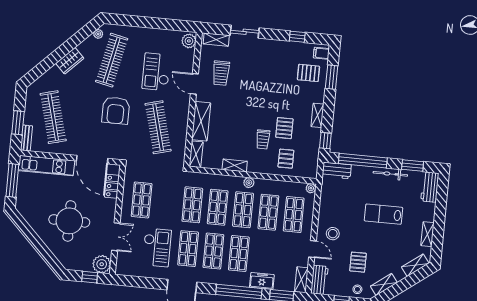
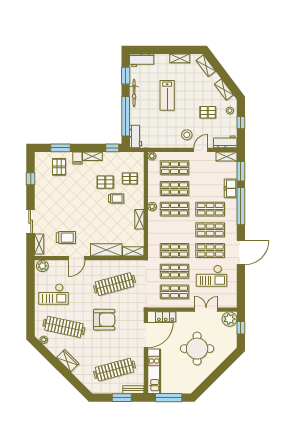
filing cabinet: (321, 53) -> (77, 158), moved
checkout: (156, 72) -> (53, 294), moved
shop shelf: (218, 207) -> (174, 271), moved
checkout: (157, 247) -> (212, 276), turned 180

